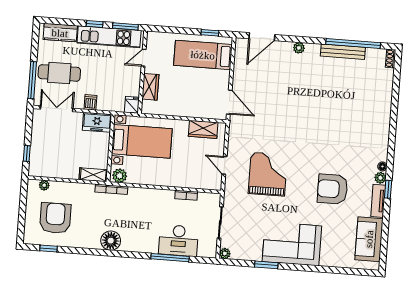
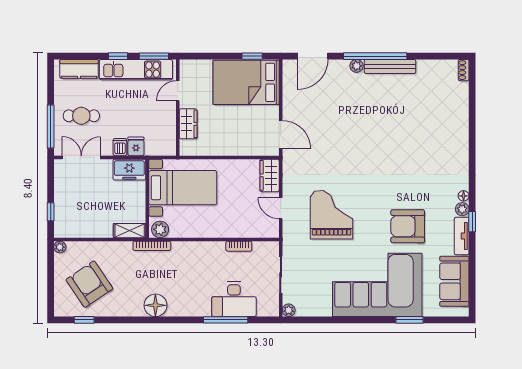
window: (353, 43) -> (375, 56), moved
bench: (343, 52) -> (390, 66), moved
bed: (203, 55) -> (246, 82), width x1.50
cafe table: (59, 73) -> (81, 116), width x0.73, depth x0.74
fridge: (132, 105) -> (136, 146), moved
wardrobe: (203, 129) -> (270, 175), moved, turned 90
plant: (44, 185) -> (60, 247), moved
armchair: (55, 218) -> (89, 284), turned -34
corner sofa: (292, 244) -> (377, 285), width x1.36, depth x1.36
window: (266, 265) -> (410, 320), moved

